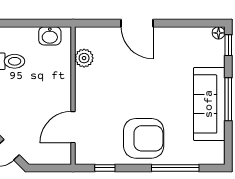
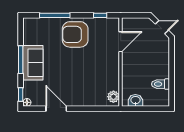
door: (137, 23) -> (56, 109), moved
plant: (84, 58) -> (113, 97), moved
sofa: (209, 104) -> (33, 63), width x0.73

